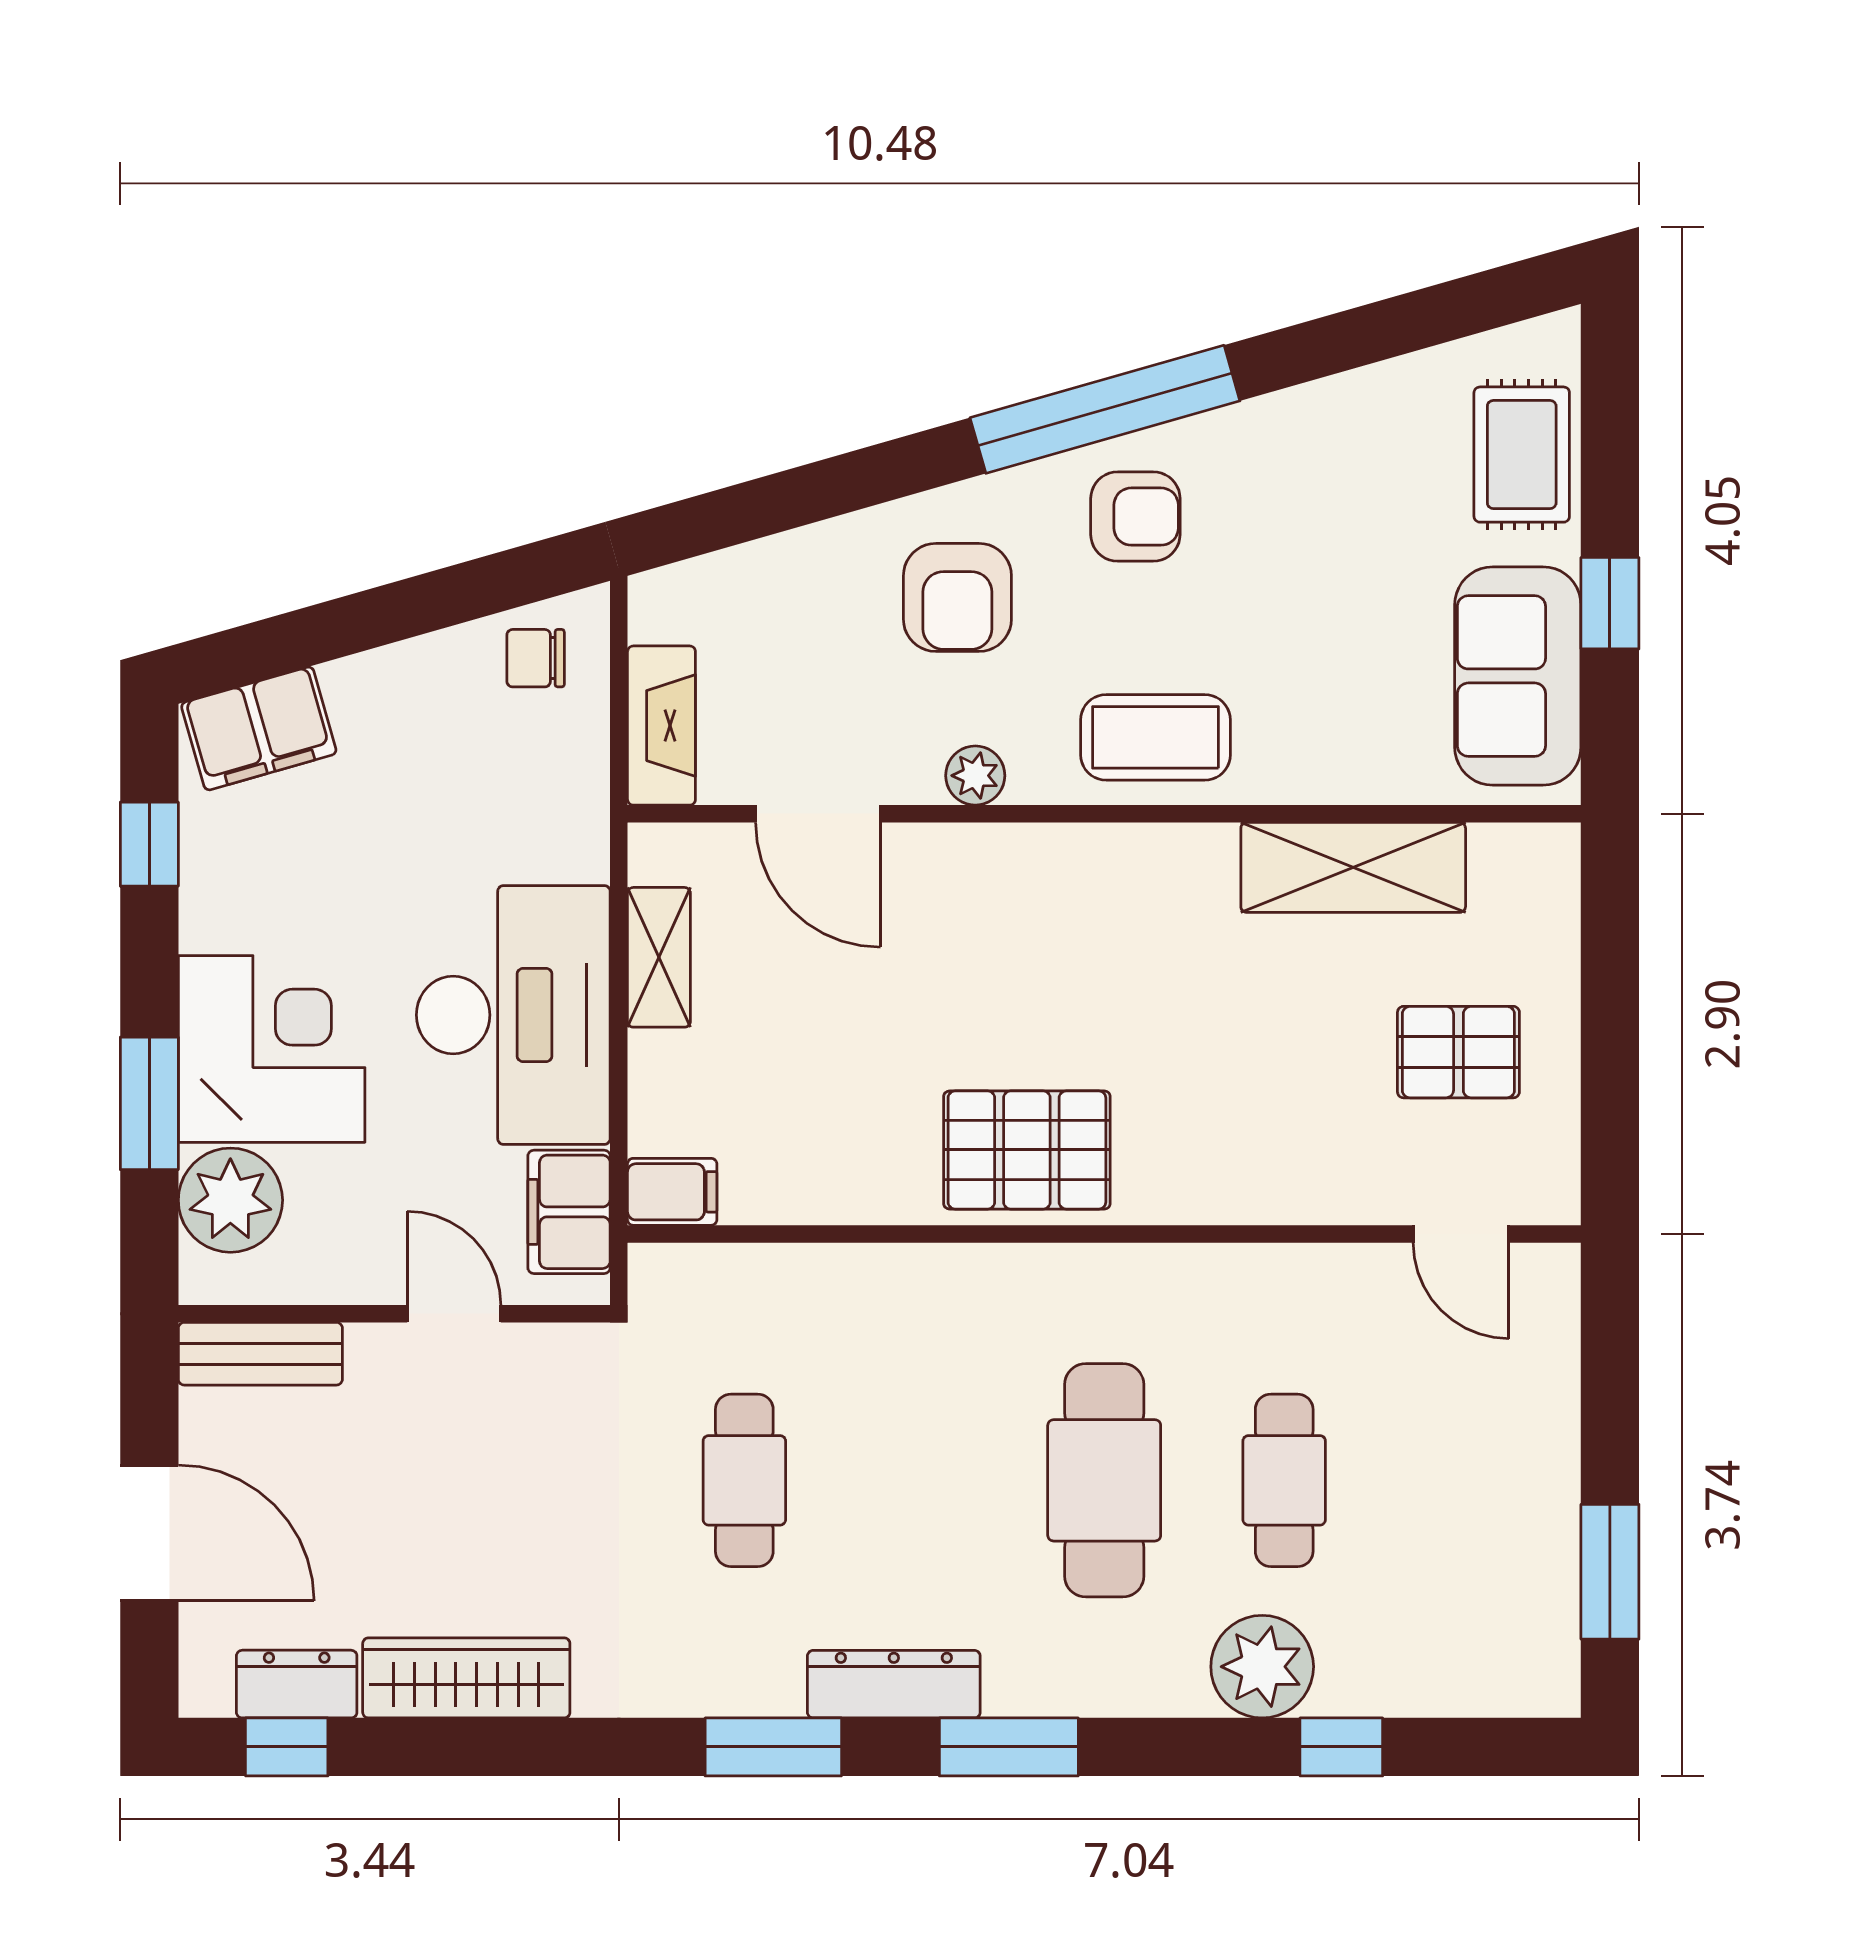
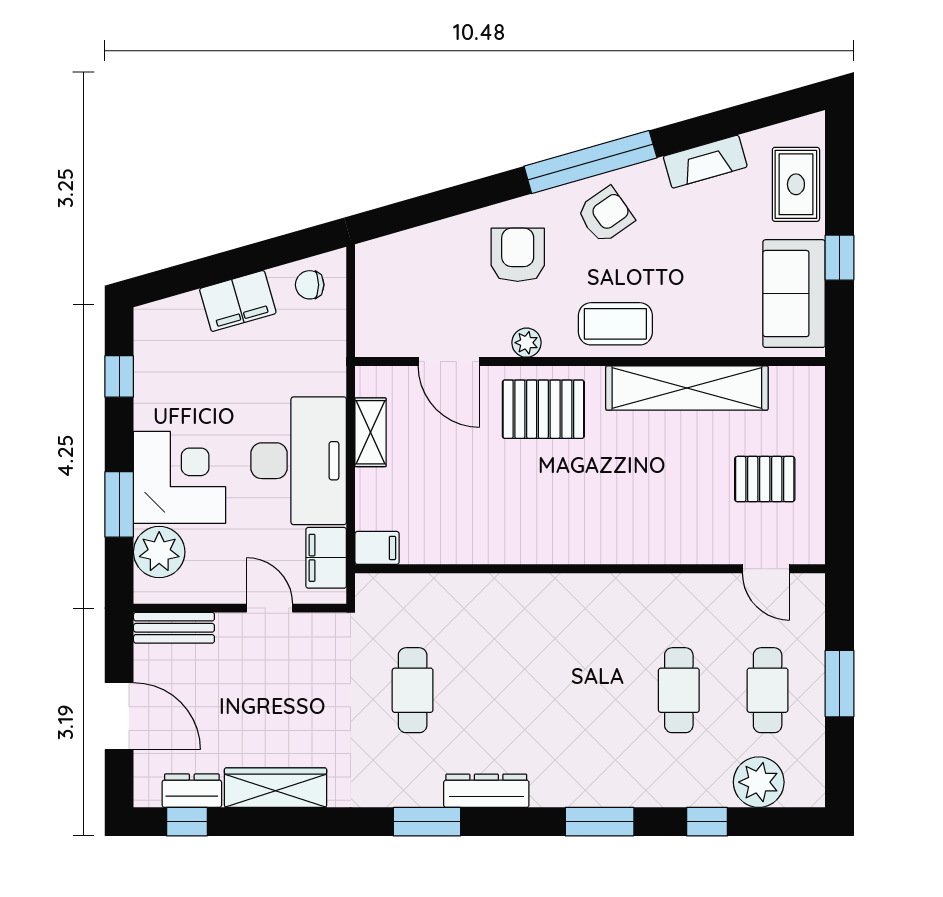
armchair: (1135, 517) -> (605, 215), turned -35
armchair: (957, 597) -> (518, 255), turned 180
fireplace: (661, 726) -> (705, 162), moved, turned 74
filing cabinet: (259, 728) -> (238, 301), moved
shelving: (1353, 867) -> (687, 388), width x1.47
pallet: (1027, 1150) -> (543, 409), moved
cafe table: (1104, 1480) -> (768, 690), moved, width x0.73, depth x0.74
window: (1610, 1572) -> (839, 684), moved
plant: (1262, 1667) -> (759, 782), moved
window: (1009, 1747) -> (600, 822), moved

